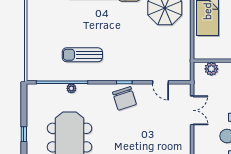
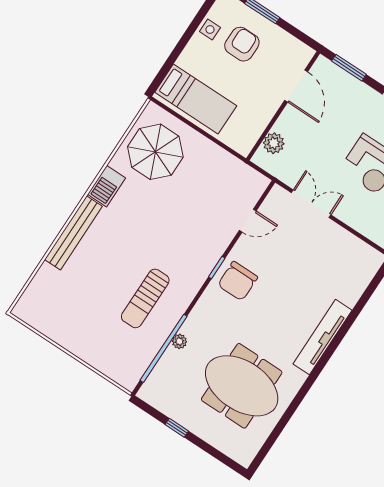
chair: (124, 98) -> (238, 281), turned 108
window: (24, 134) -> (177, 428), moved

